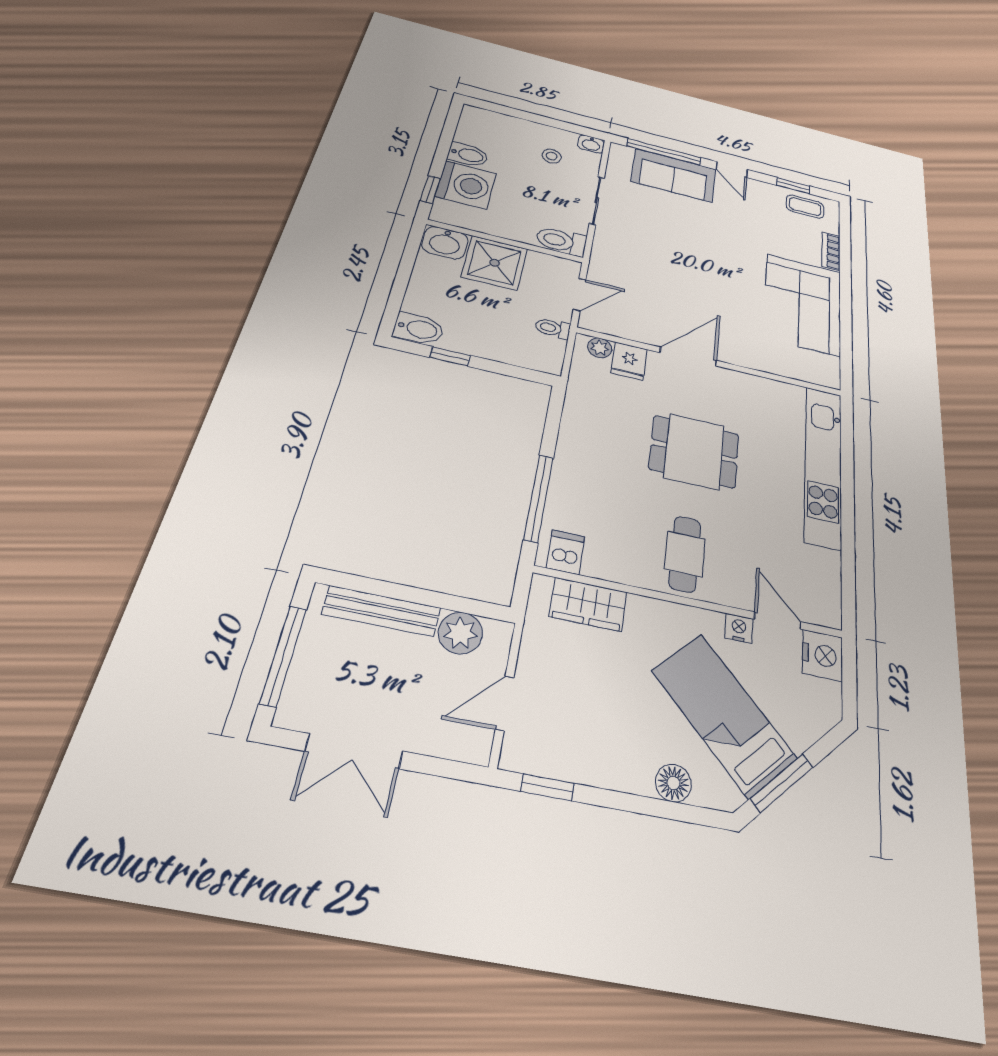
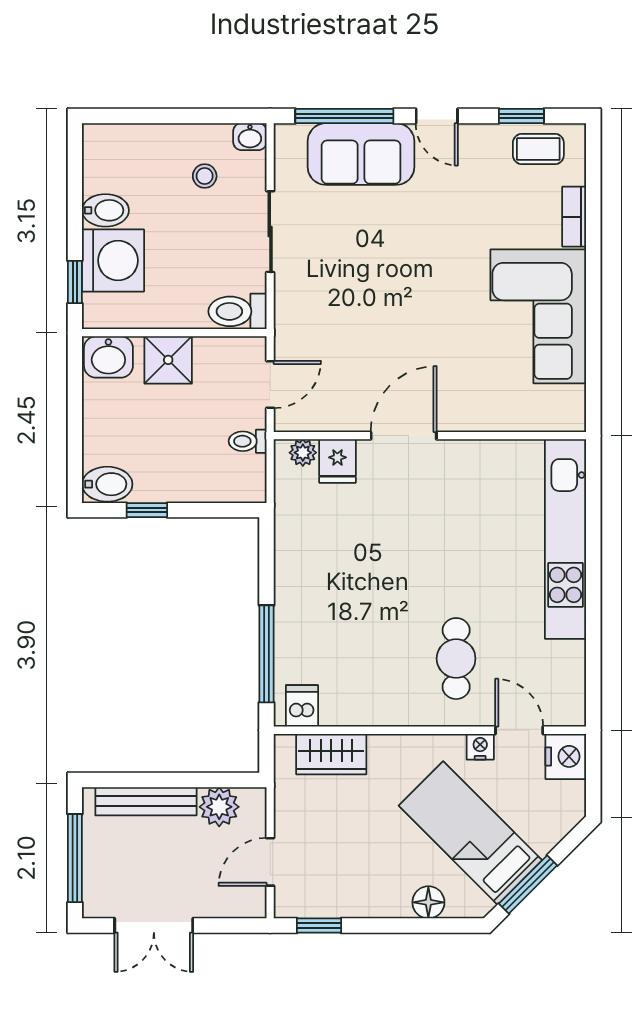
shower: (495, 263) -> (168, 360), width x0.73, depth x0.73
dining table: (694, 451) -> (420, 559), removed
cafe table: (685, 554) -> (456, 659), moved

